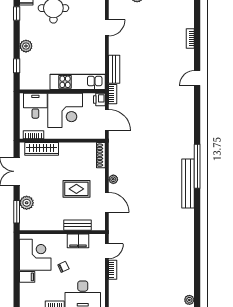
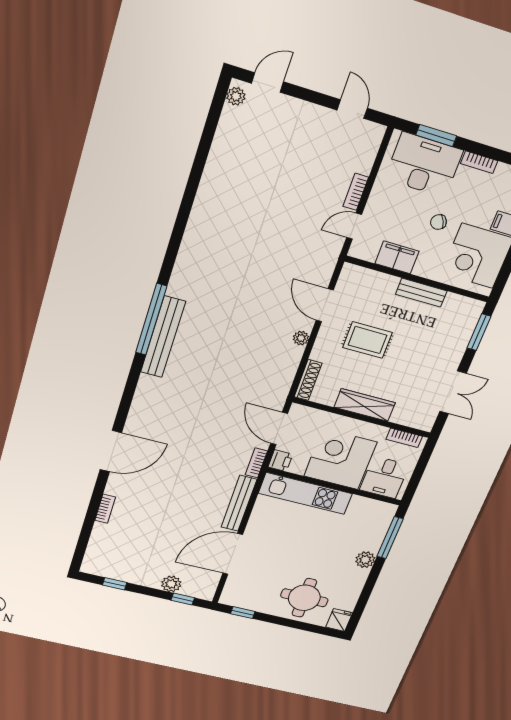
window: (17, 14) -> (362, 604), removed
door: (107, 28) -> (233, 554), width x1.88
window: (17, 66) -> (390, 538), width x2.17
bench: (114, 69) -> (239, 503), width x1.36
door: (197, 78) -> (111, 451), width x1.87
wardrobe: (42, 149) -> (365, 405), moved
bench: (188, 183) -> (163, 337), moved
plant: (27, 203) -> (457, 341), removed
bench: (77, 225) -> (421, 293), moved

